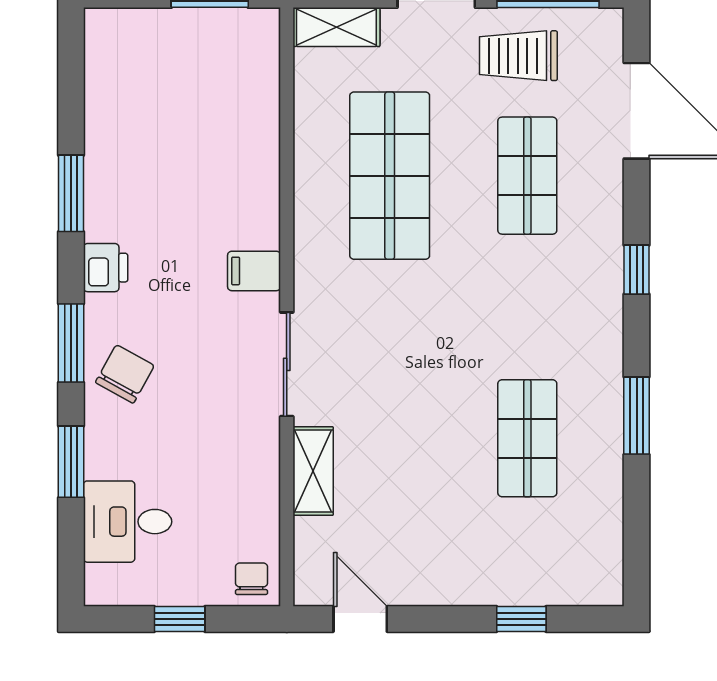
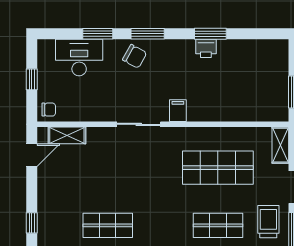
printer: (106, 268) -> (206, 48), moved
shelving: (313, 471) -> (67, 135), moved
desk: (128, 522) -> (79, 58), width x1.37

